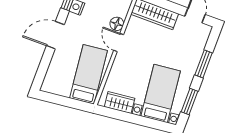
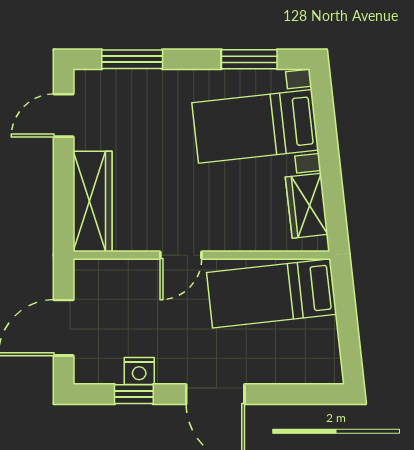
floor lamp: (117, 24) -> (143, 274), removed
window: (204, 64) -> (132, 59), moved

